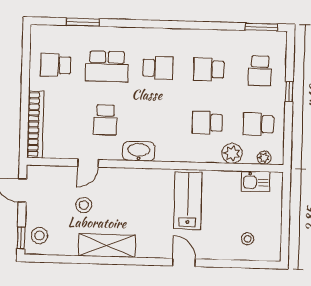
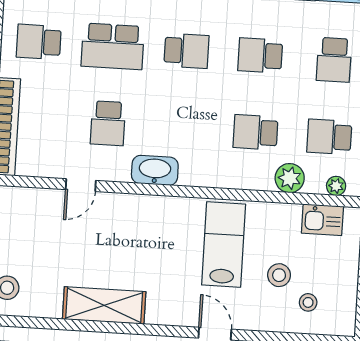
stool: (84, 205) -> (279, 275), moved

